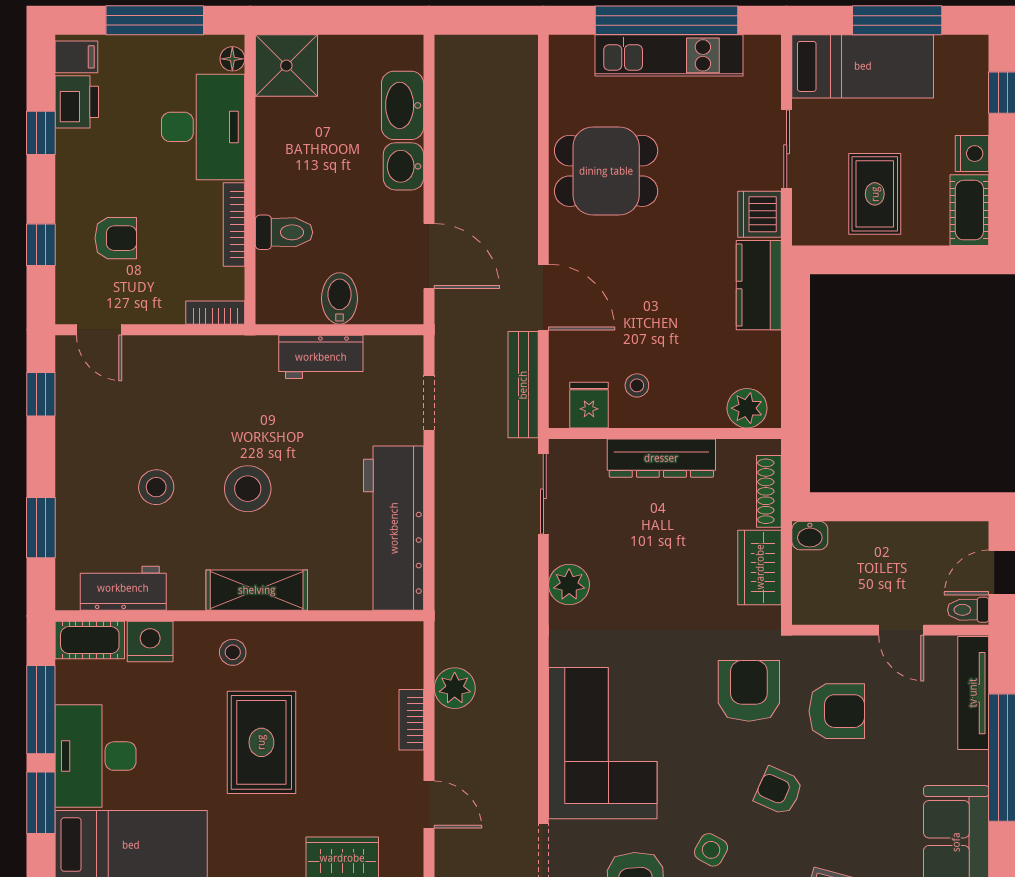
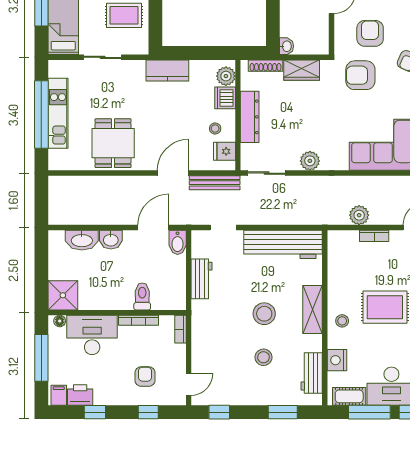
dishwasher: (760, 214) -> (225, 98), moved, turned 90
bidet: (340, 298) -> (178, 242), moved, turned -90
cot: (90, 640) -> (349, 396), moved, turned 90

